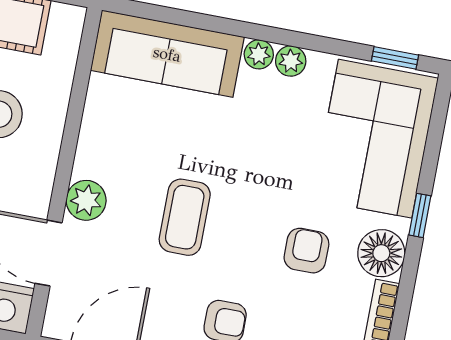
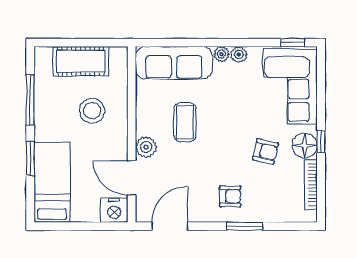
window: (420, 215) -> (321, 141), moved
coffee table: (185, 217) -> (185, 122), moved
armchair: (306, 251) -> (266, 151), turned 103

